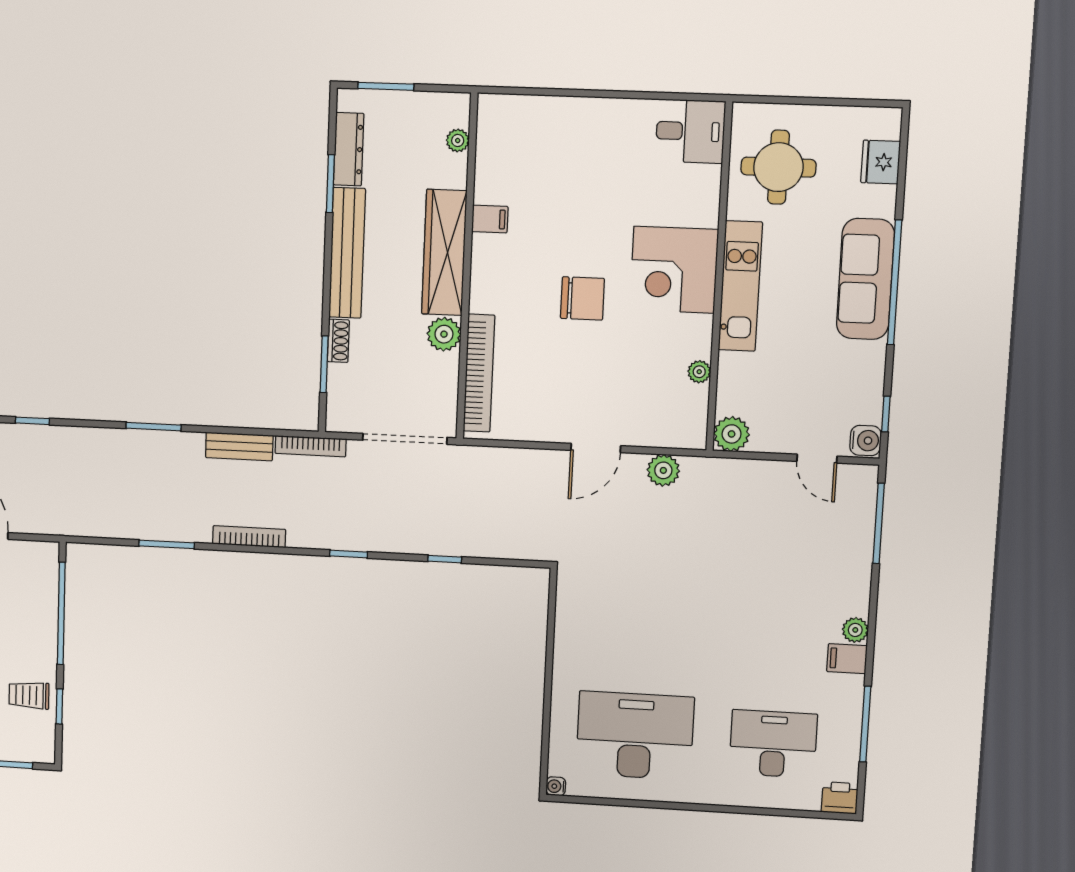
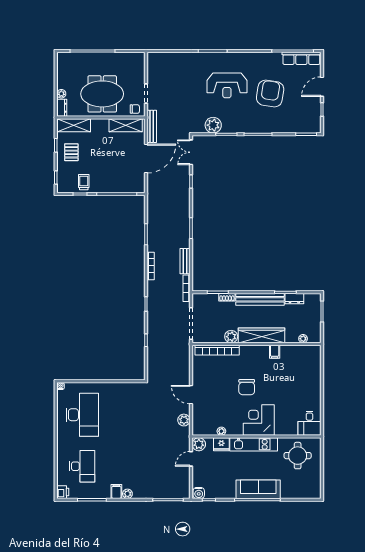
dresser: (349, 149) -> (294, 299), width x0.70
fridge: (881, 162) -> (221, 444), moved, turned 180
door: (817, 459) -> (191, 459), moved

